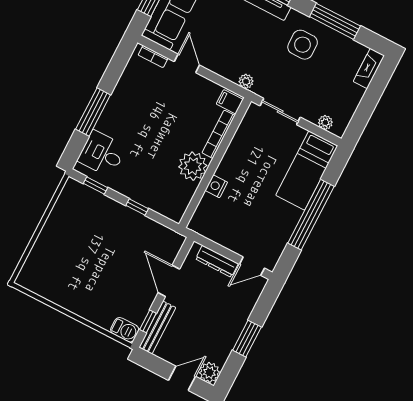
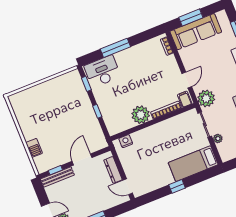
door: (187, 63) -> (187, 80), moved
plant: (246, 81) -> (206, 98), width x1.88, depth x1.88
plant: (325, 122) -> (218, 139), moved
desk: (102, 154) -> (102, 71), width x1.37
nightstand: (216, 186) -> (126, 141), moved
window: (311, 215) -> (177, 186), width x0.32
barbecue: (125, 330) -> (34, 148), moved

